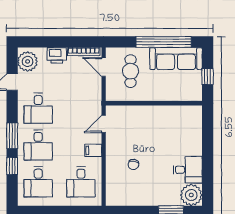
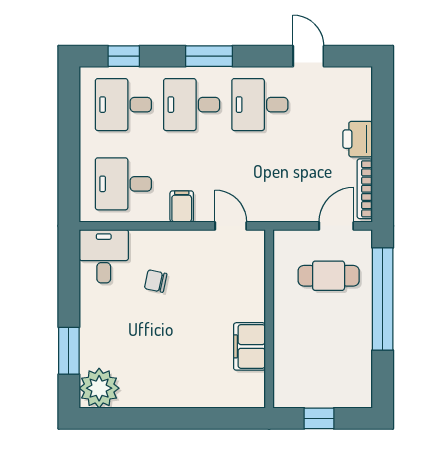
window: (164, 42) -> (383, 299), moved
sofa: (176, 59) -> (352, 360), removed
plant: (28, 61) -> (347, 85), removed
filing cabinet: (169, 114) -> (249, 346), added
window: (12, 166) -> (124, 56), moved
desk: (188, 170) -> (104, 256), moved, turned 180

